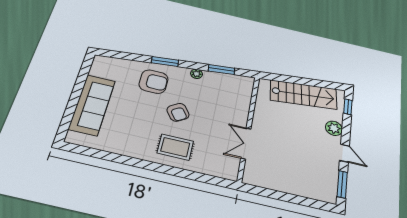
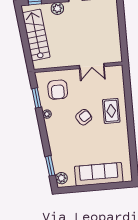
window: (165, 62) -> (50, 166), moved
plant: (105, 63) -> (61, 178), added
armchair: (154, 82) -> (58, 90), moved, turned 180

